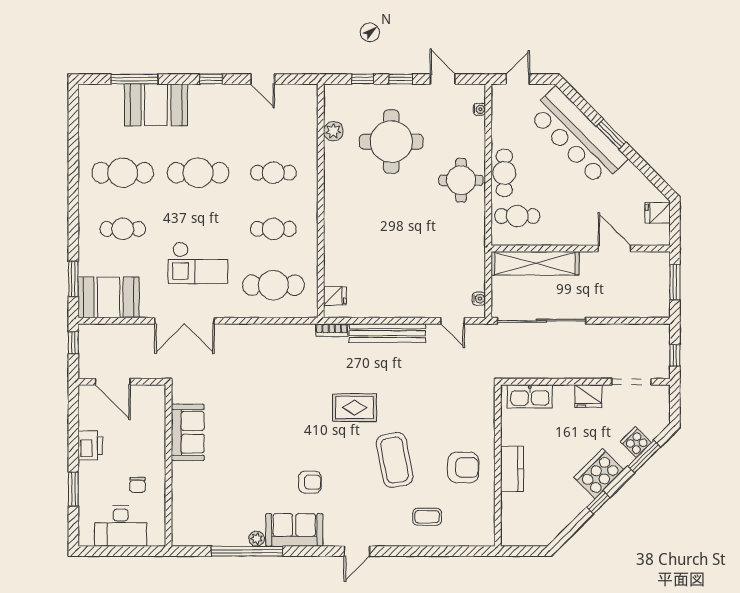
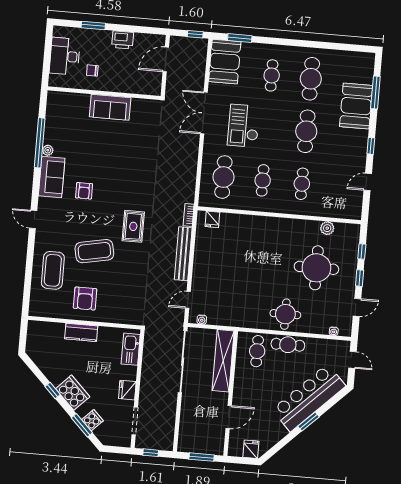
sofa: (188, 432) -> (110, 107), moved
coffee table: (427, 517) -> (53, 270), width x1.86, depth x1.72

